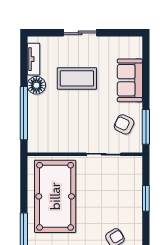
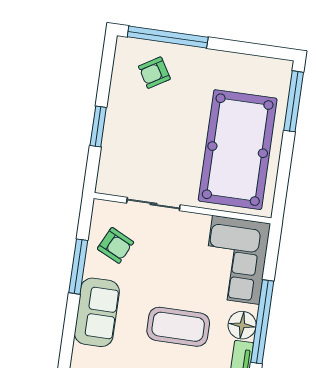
window: (24, 113) -> (262, 322), moved
corner sofa: (46, 126) -> (236, 260), added
window: (146, 127) -> (78, 267), moved

